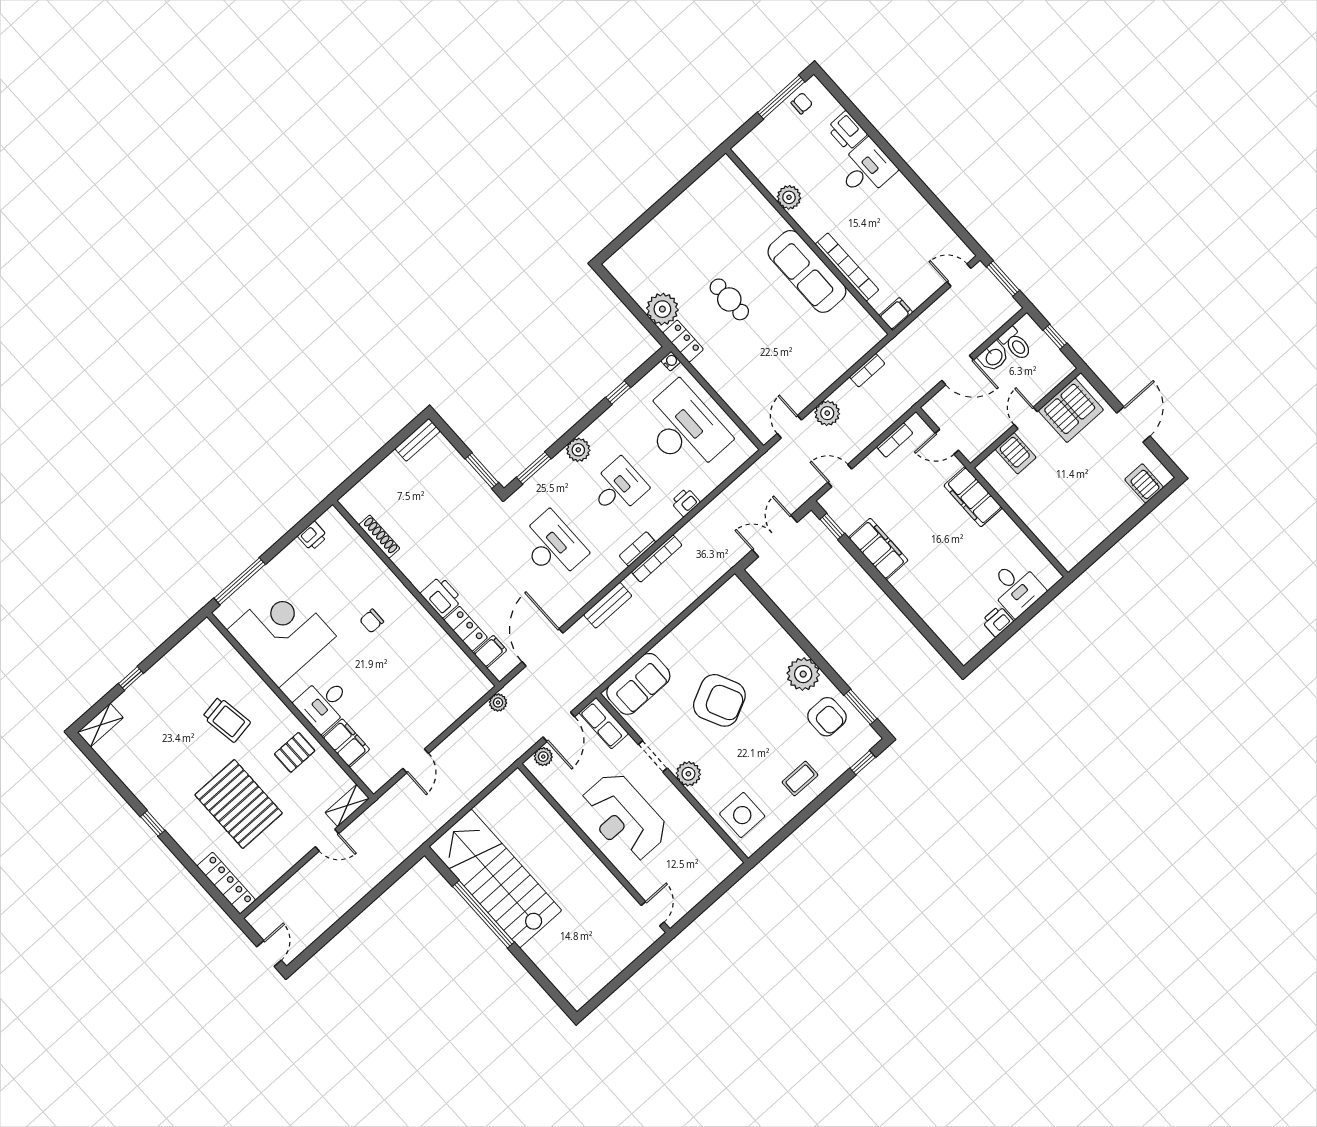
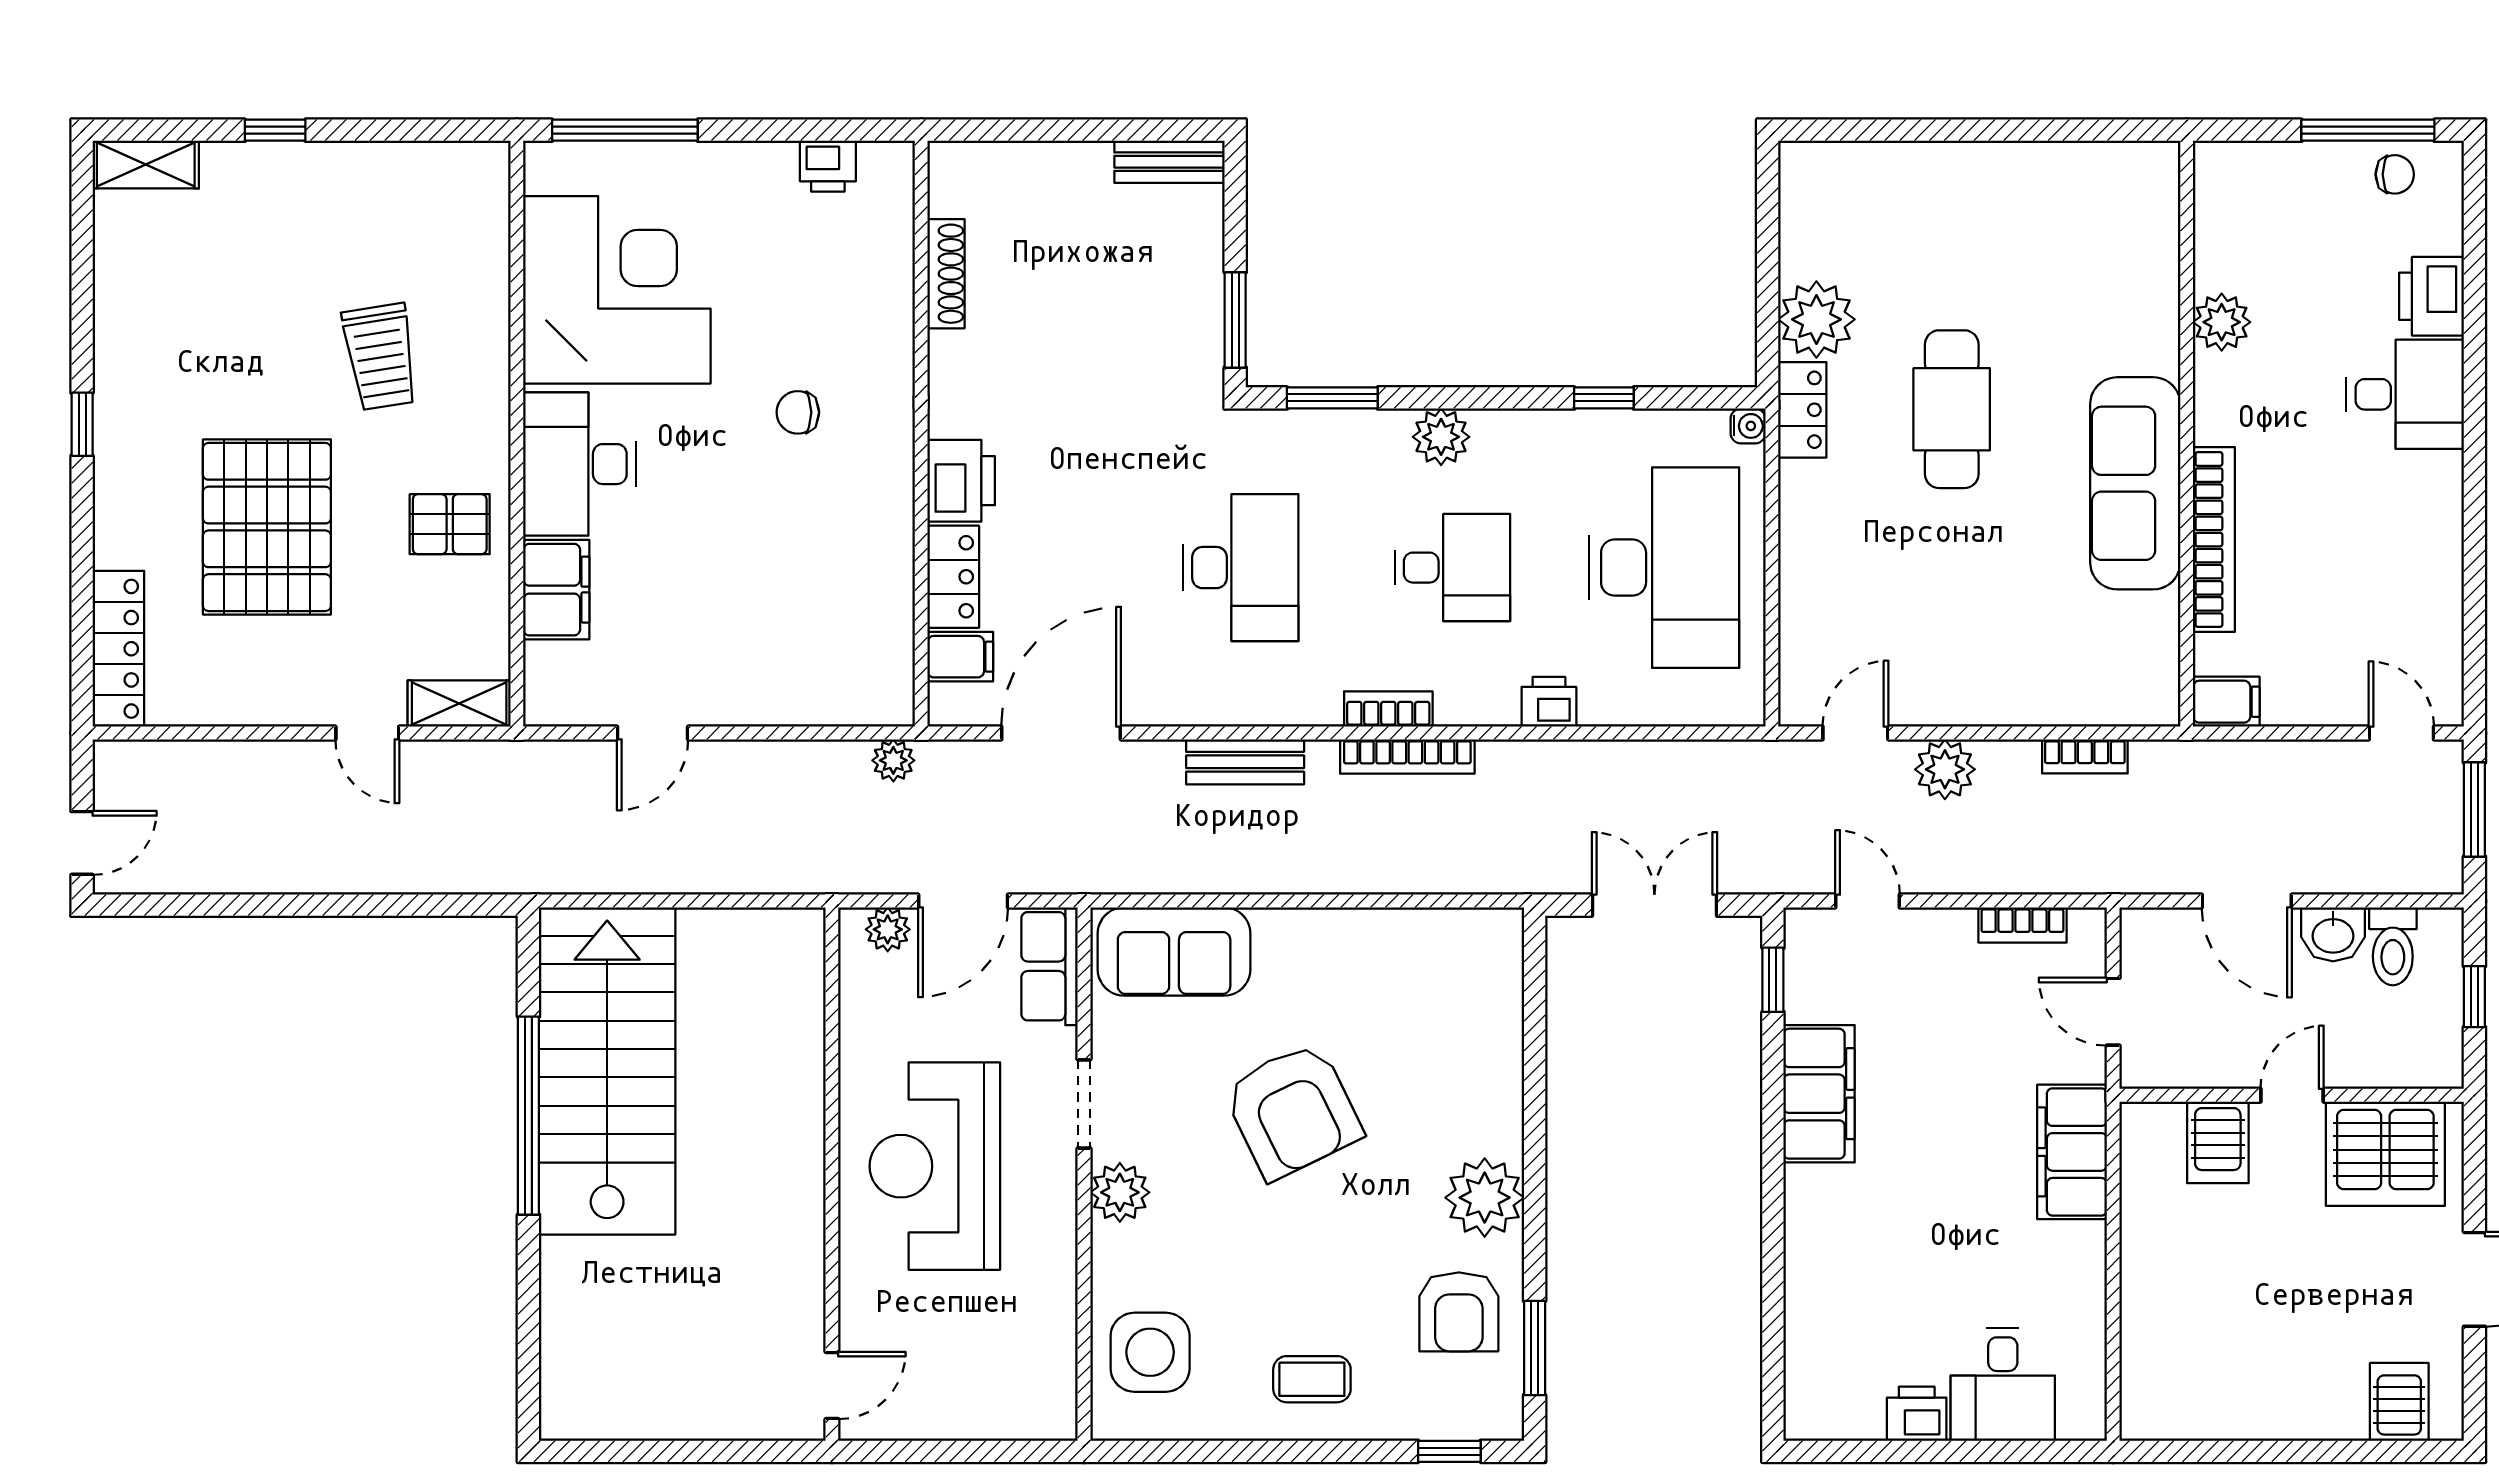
cafe table: (729, 299) -> (1952, 409), width x1.37, depth x1.35
desk: (324, 704) -> (579, 464), width x1.37

